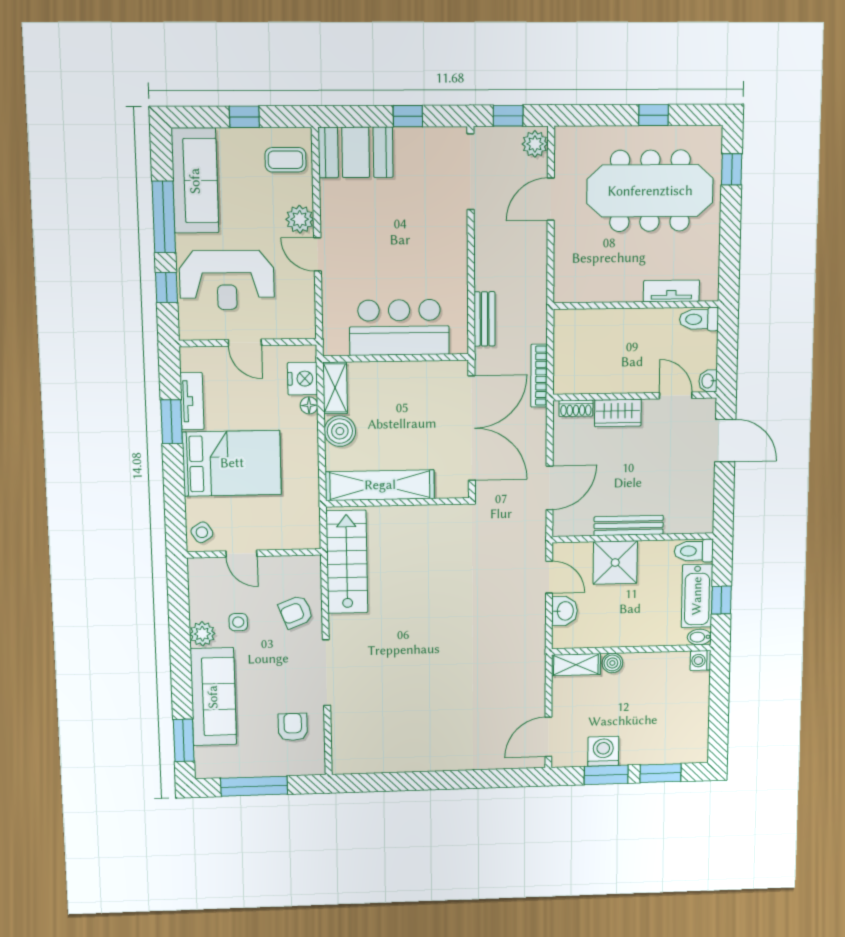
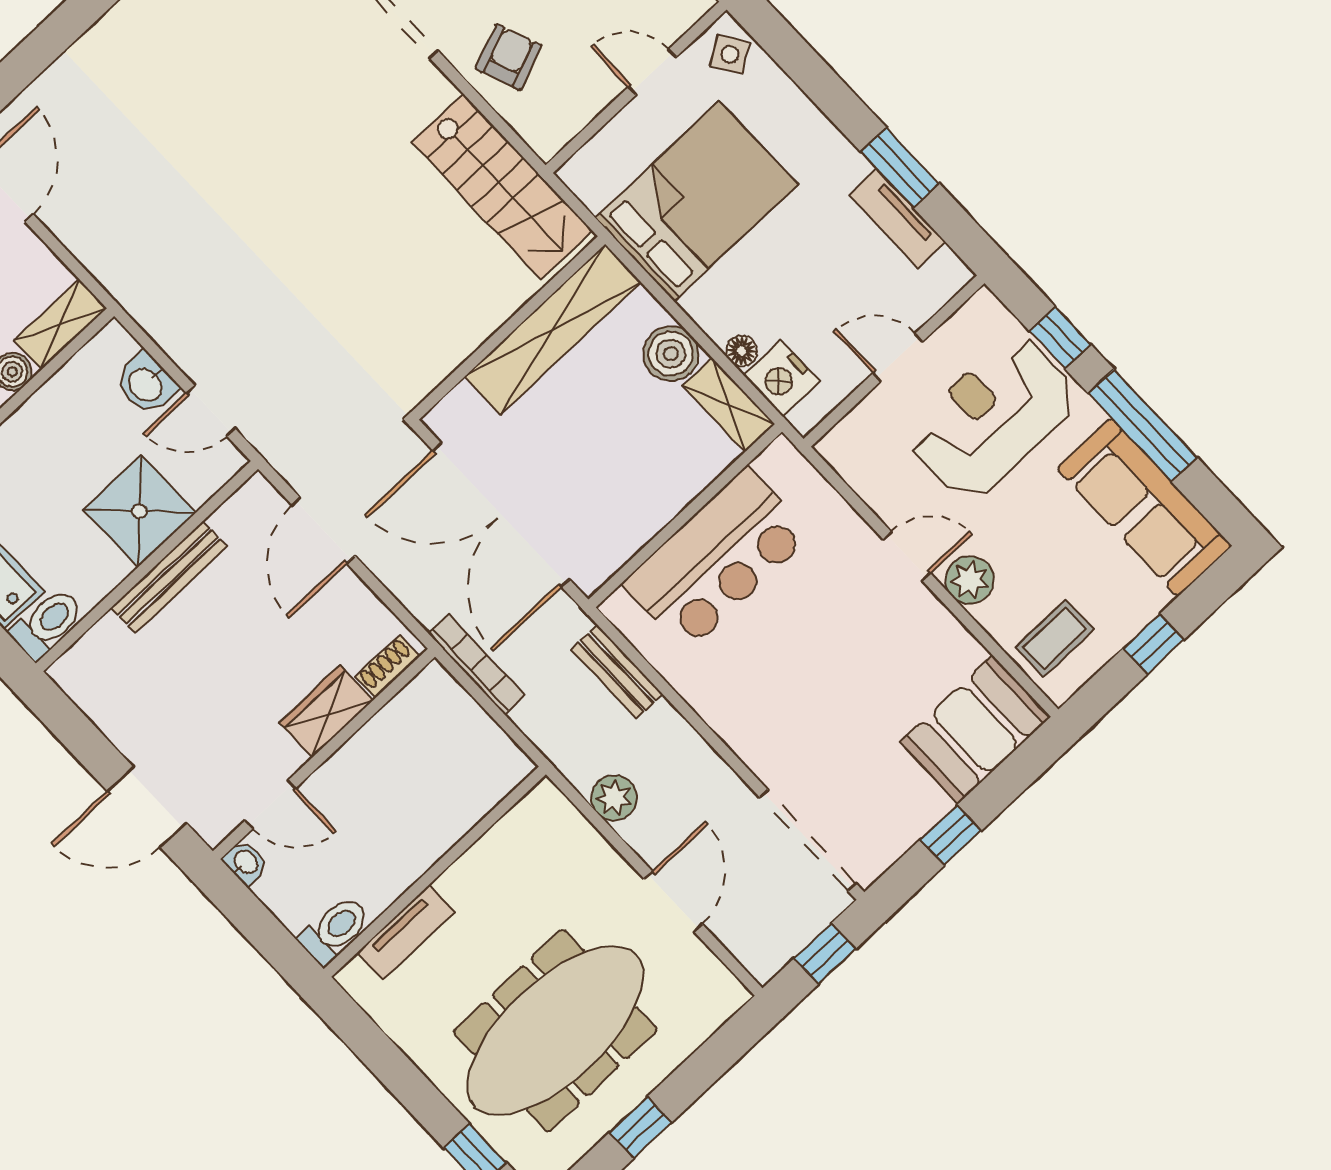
plant: (535, 144) -> (614, 798), moved
bed: (232, 463) -> (696, 201), moved, turned 180

